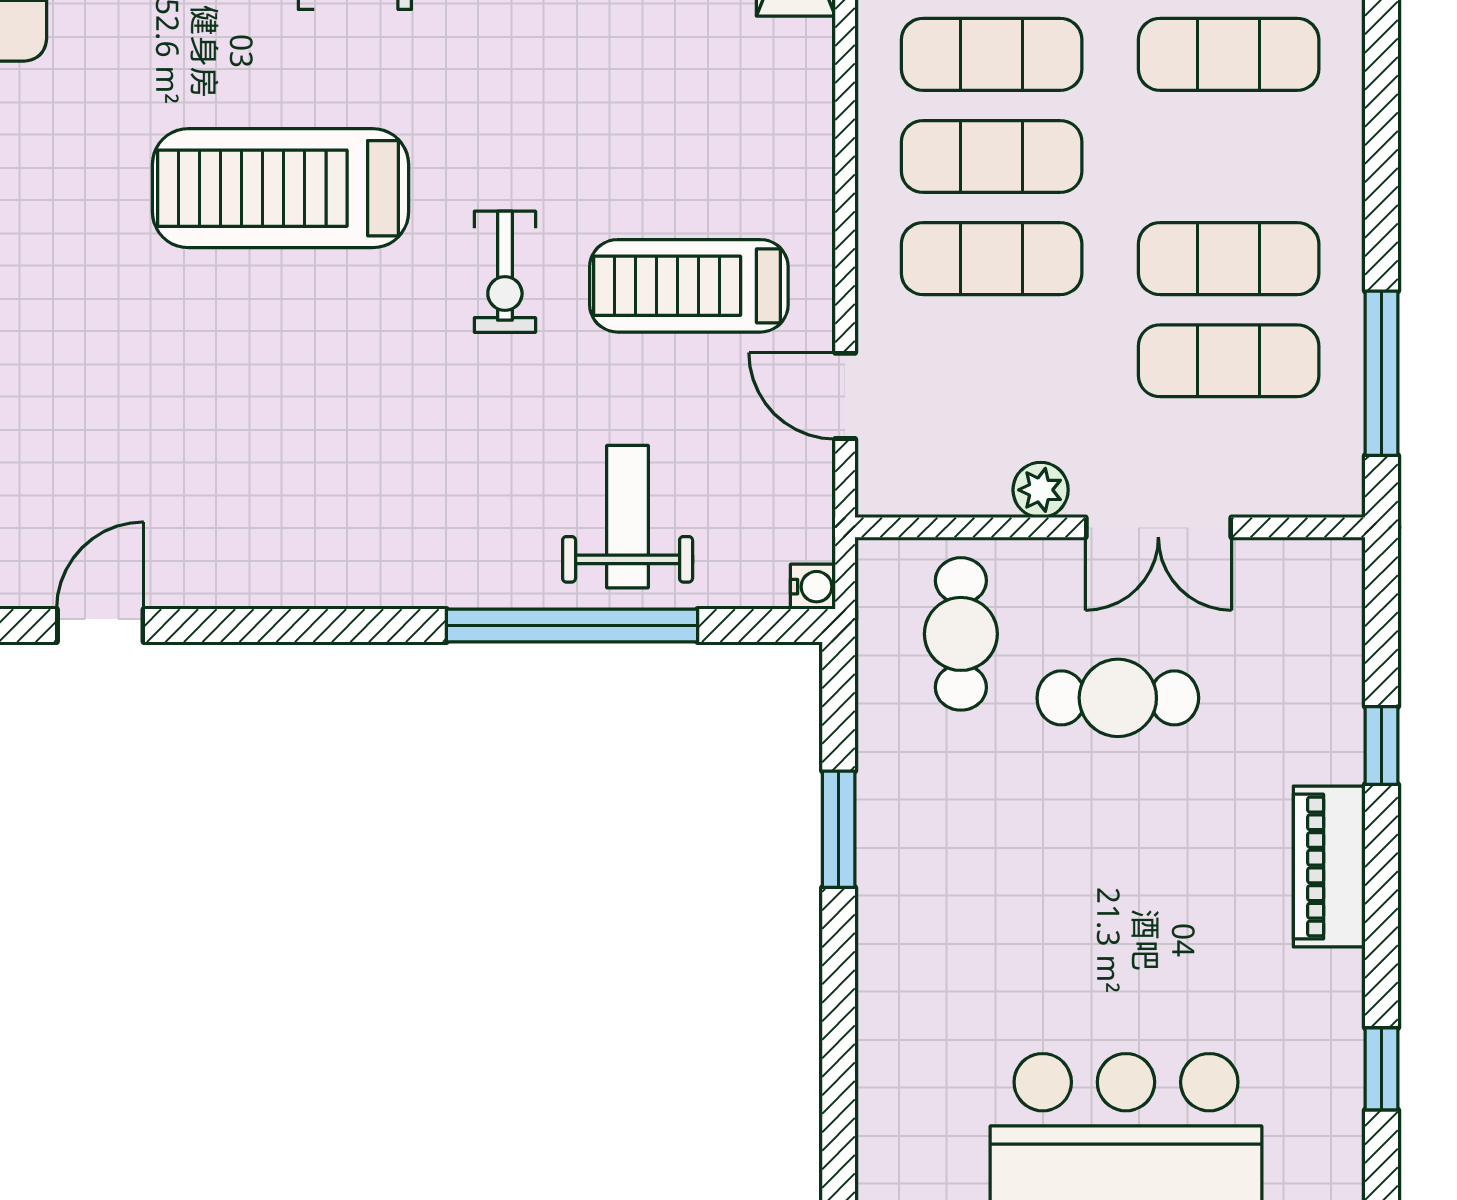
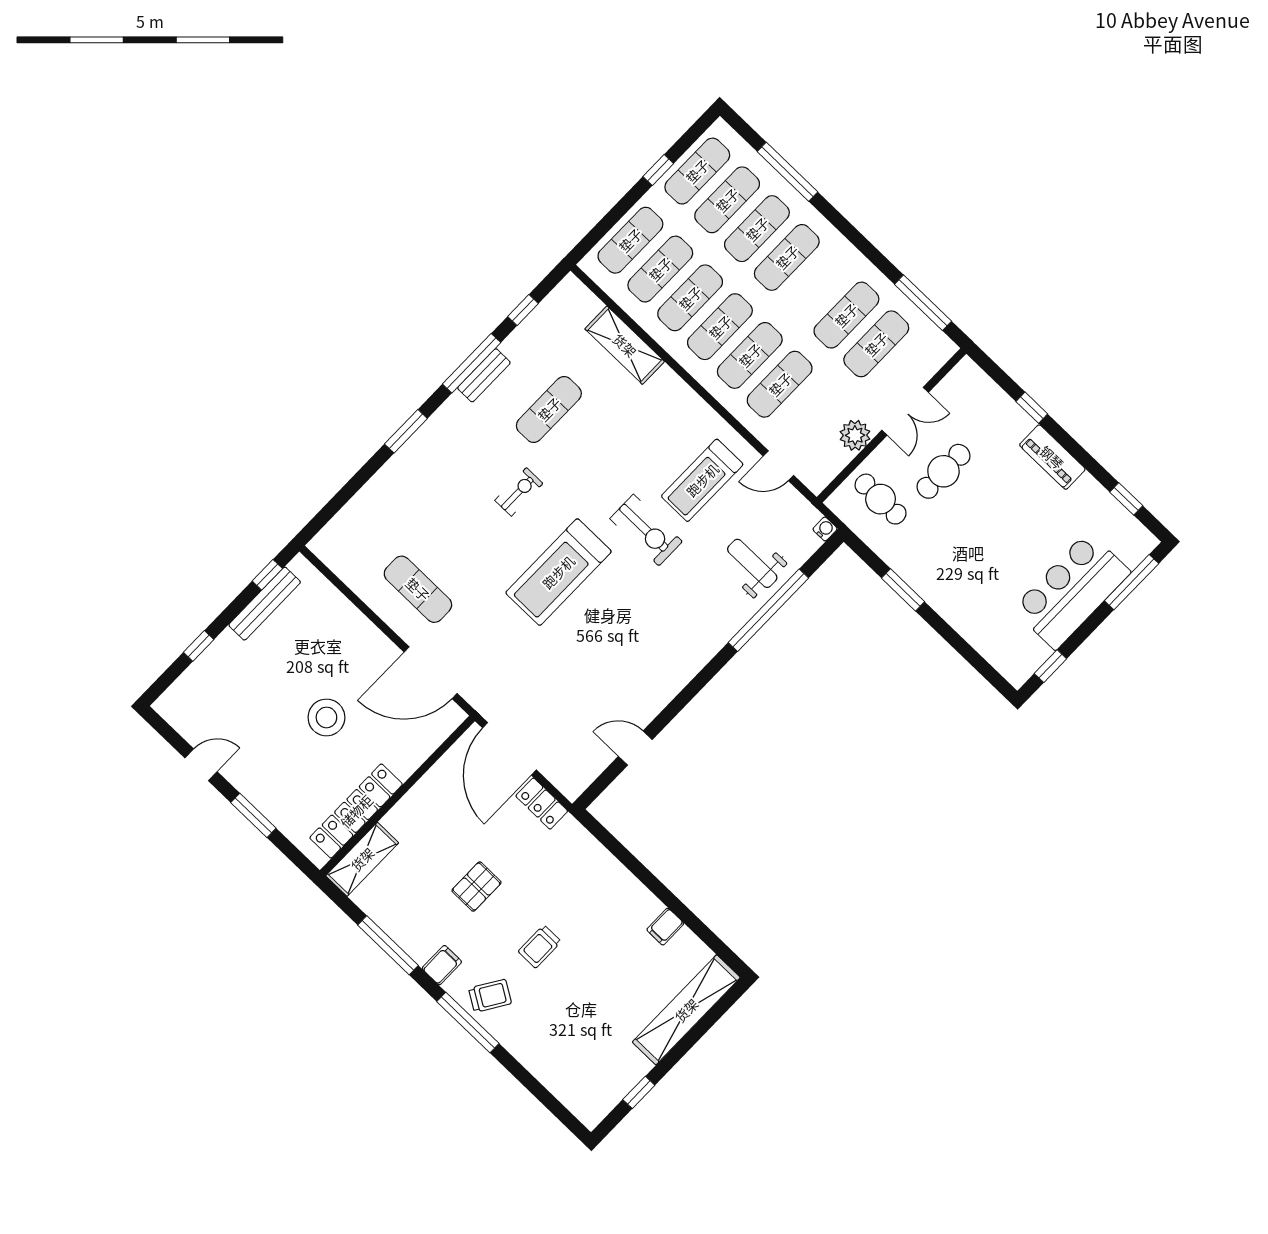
exercise bike: (505, 272) -> (646, 530), width x1.38, depth x1.39
plant: (1041, 490) -> (855, 435), width x1.38, depth x1.38
door: (100, 625) -> (635, 748), hinge flipped

